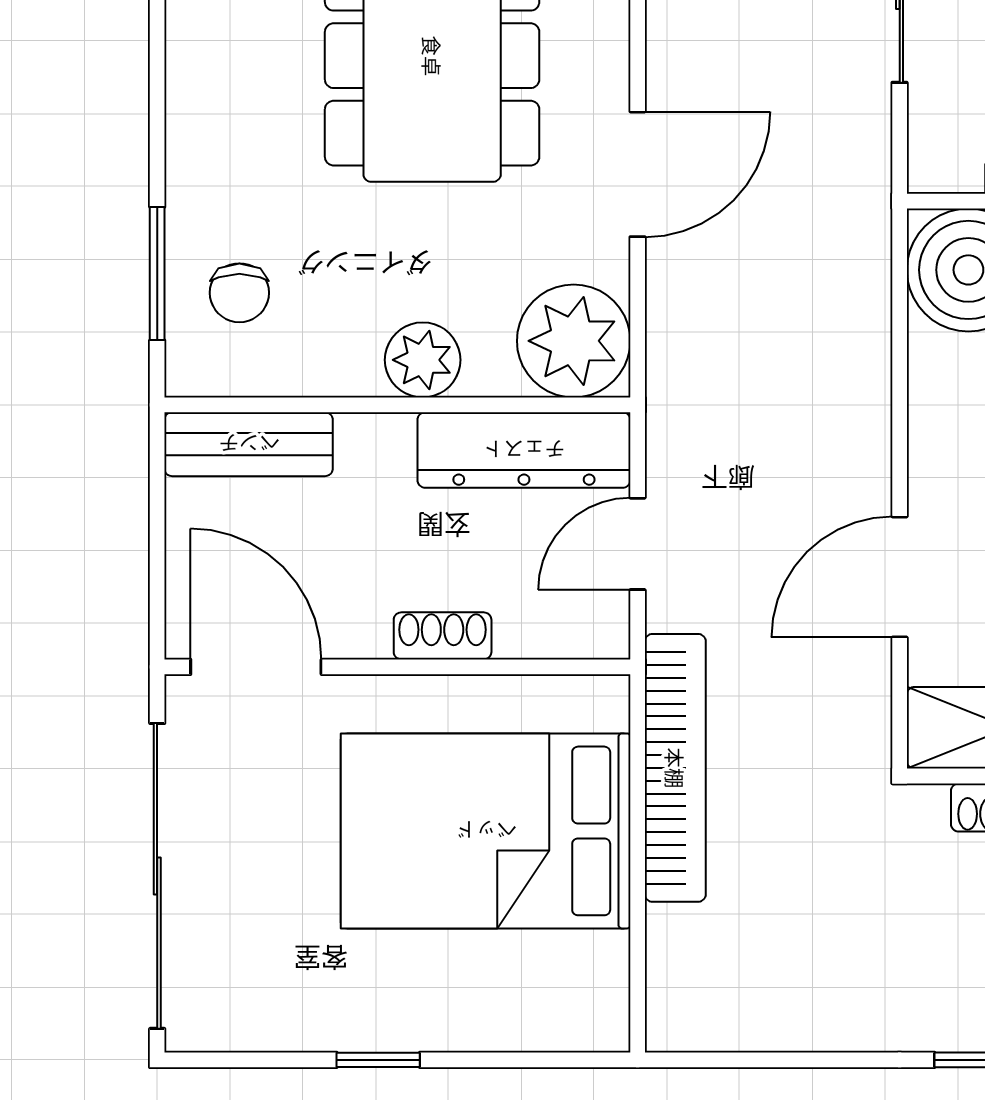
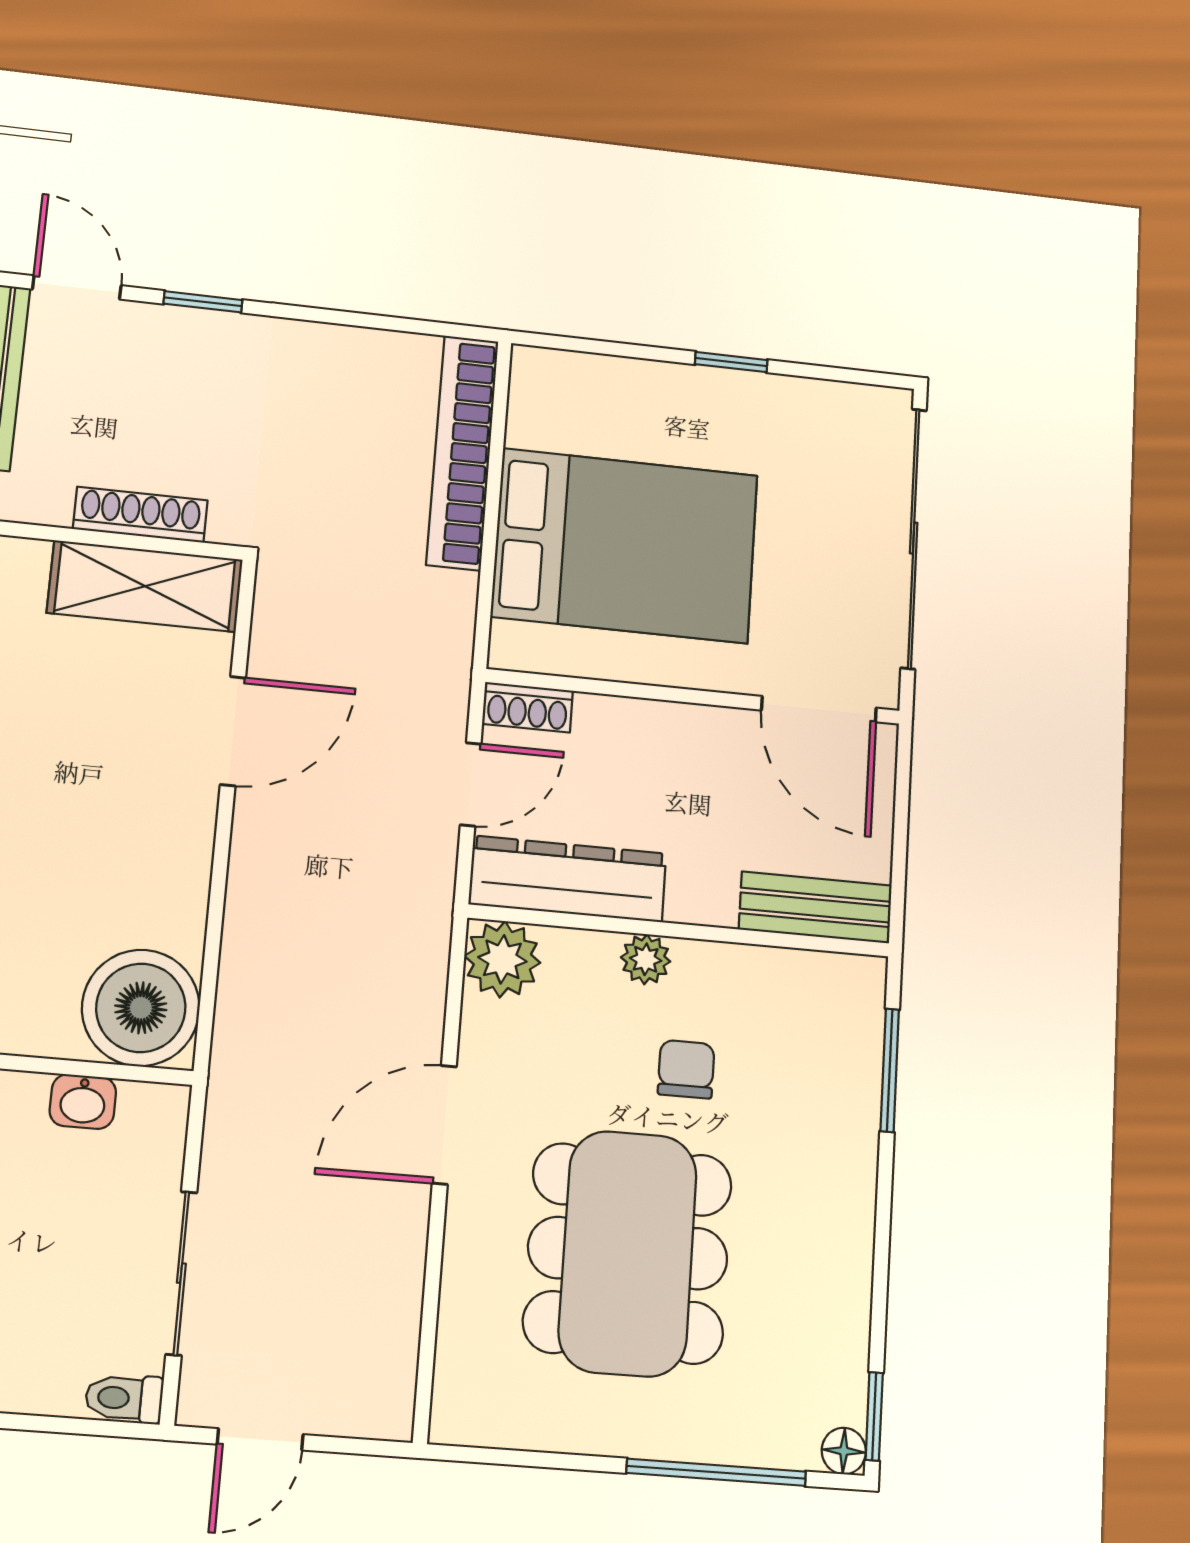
chair: (239, 293) -> (686, 1069), moved
plant: (574, 341) -> (502, 959), width x0.73, depth x0.73
plant: (423, 360) -> (646, 959), width x0.73, depth x0.73
shoe rack: (443, 636) -> (528, 707), moved
bookcase: (675, 768) -> (462, 452), moved

